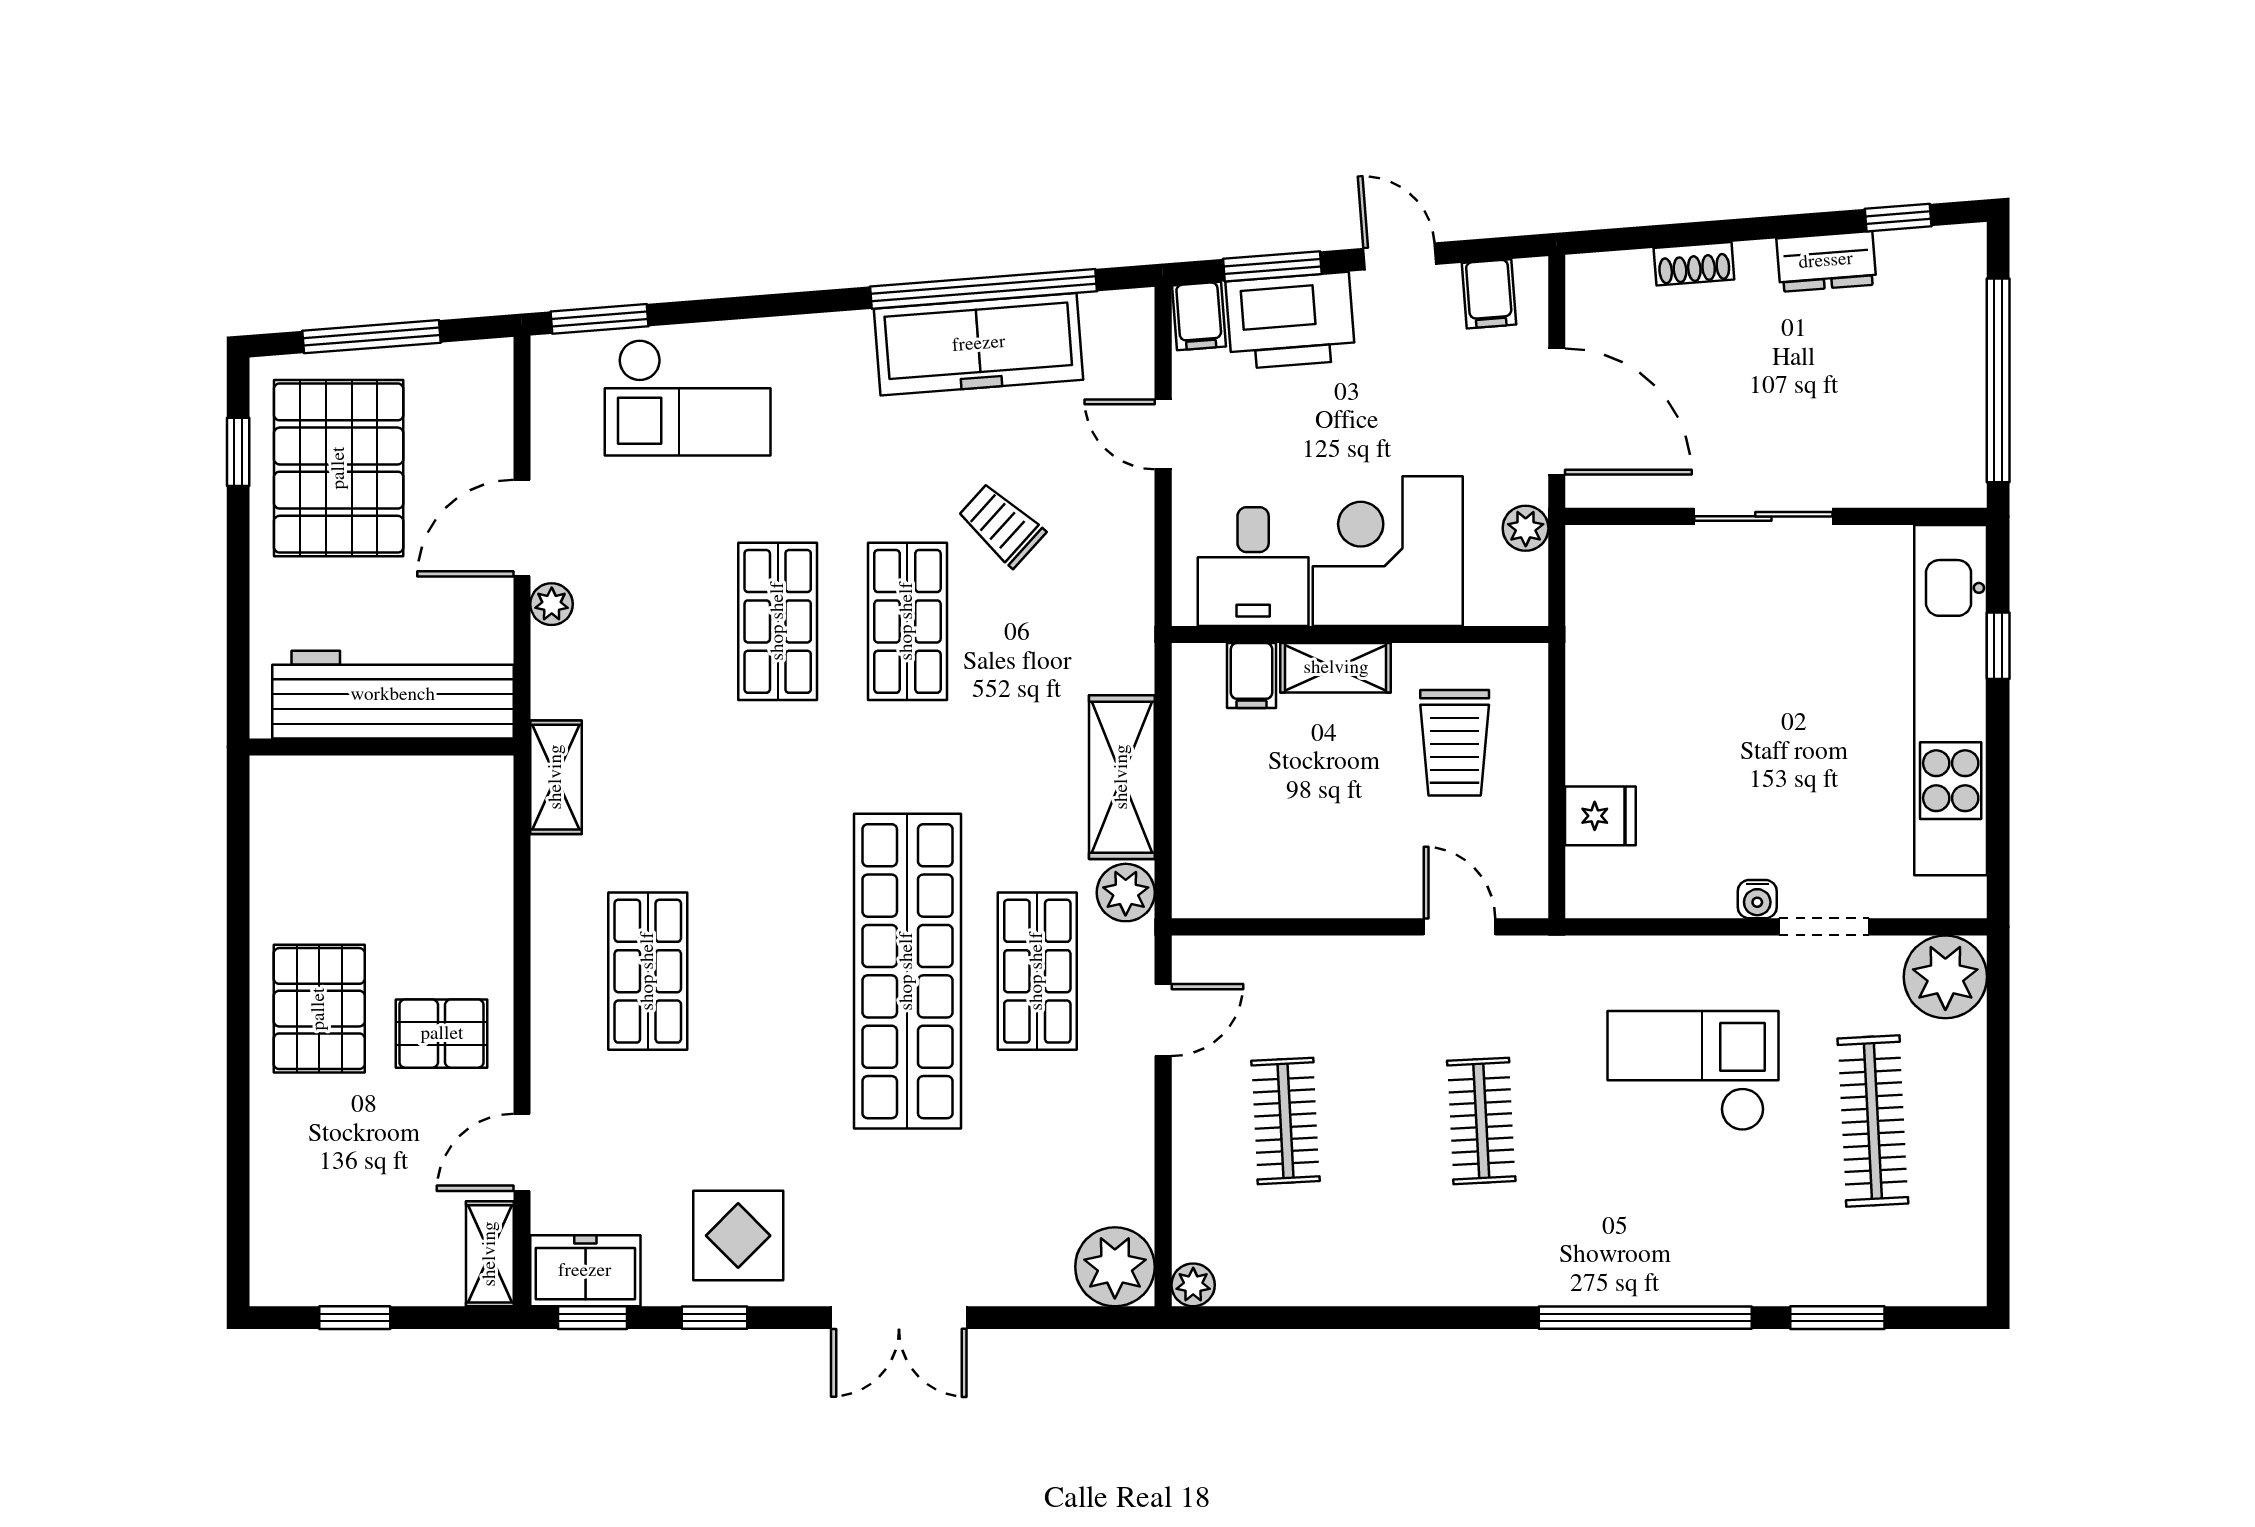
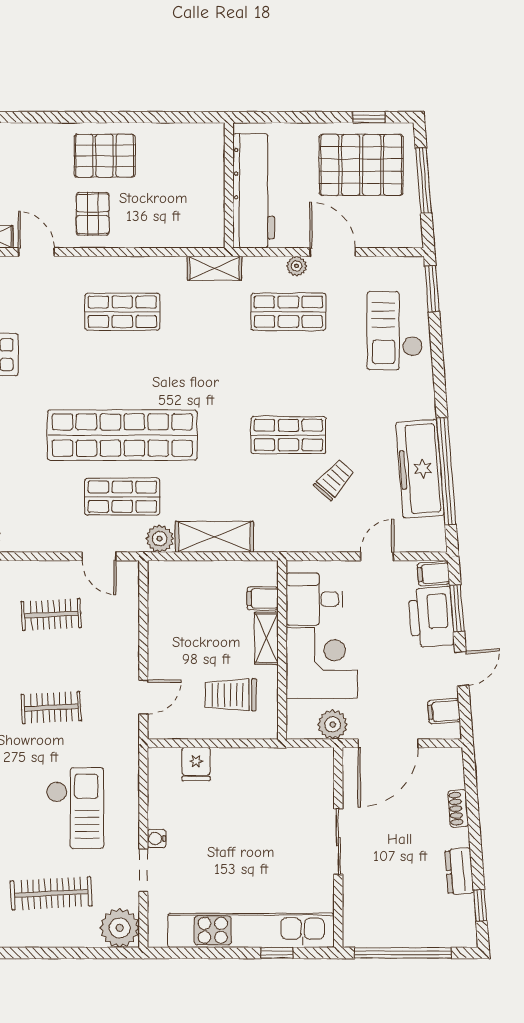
plant: (1526, 528) -> (333, 724), width x1.38, depth x1.38
shop shelf: (778, 621) -> (288, 312), moved

